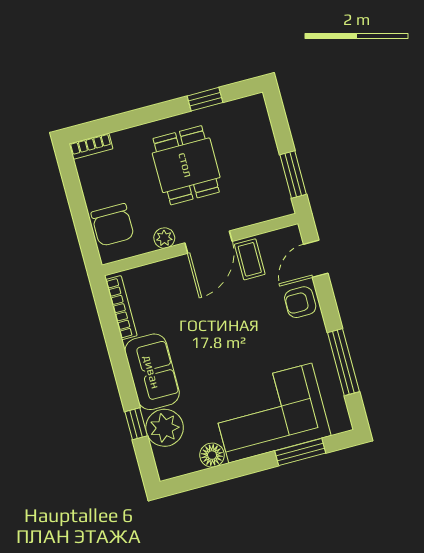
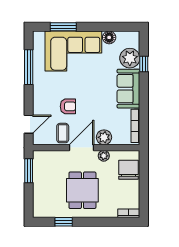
plant: (173, 272) -> (104, 137), added
armchair: (300, 302) -> (68, 106), moved

